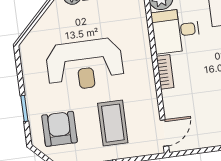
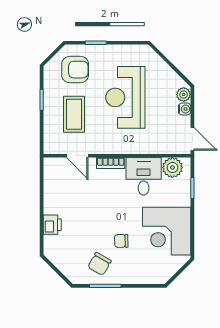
coffee table: (113, 123) -> (74, 114), turned 90
door: (164, 133) -> (77, 156), moved

